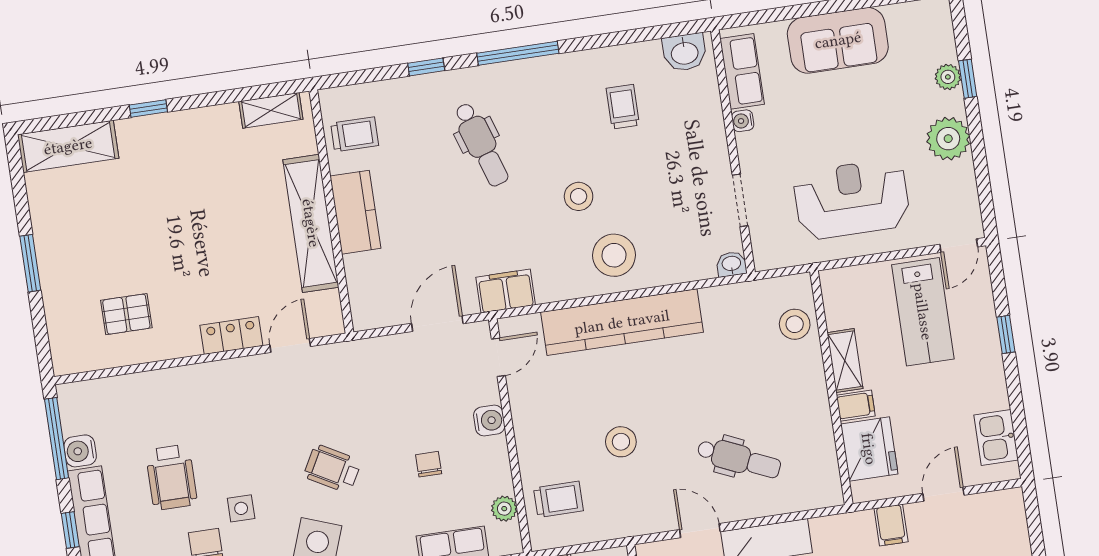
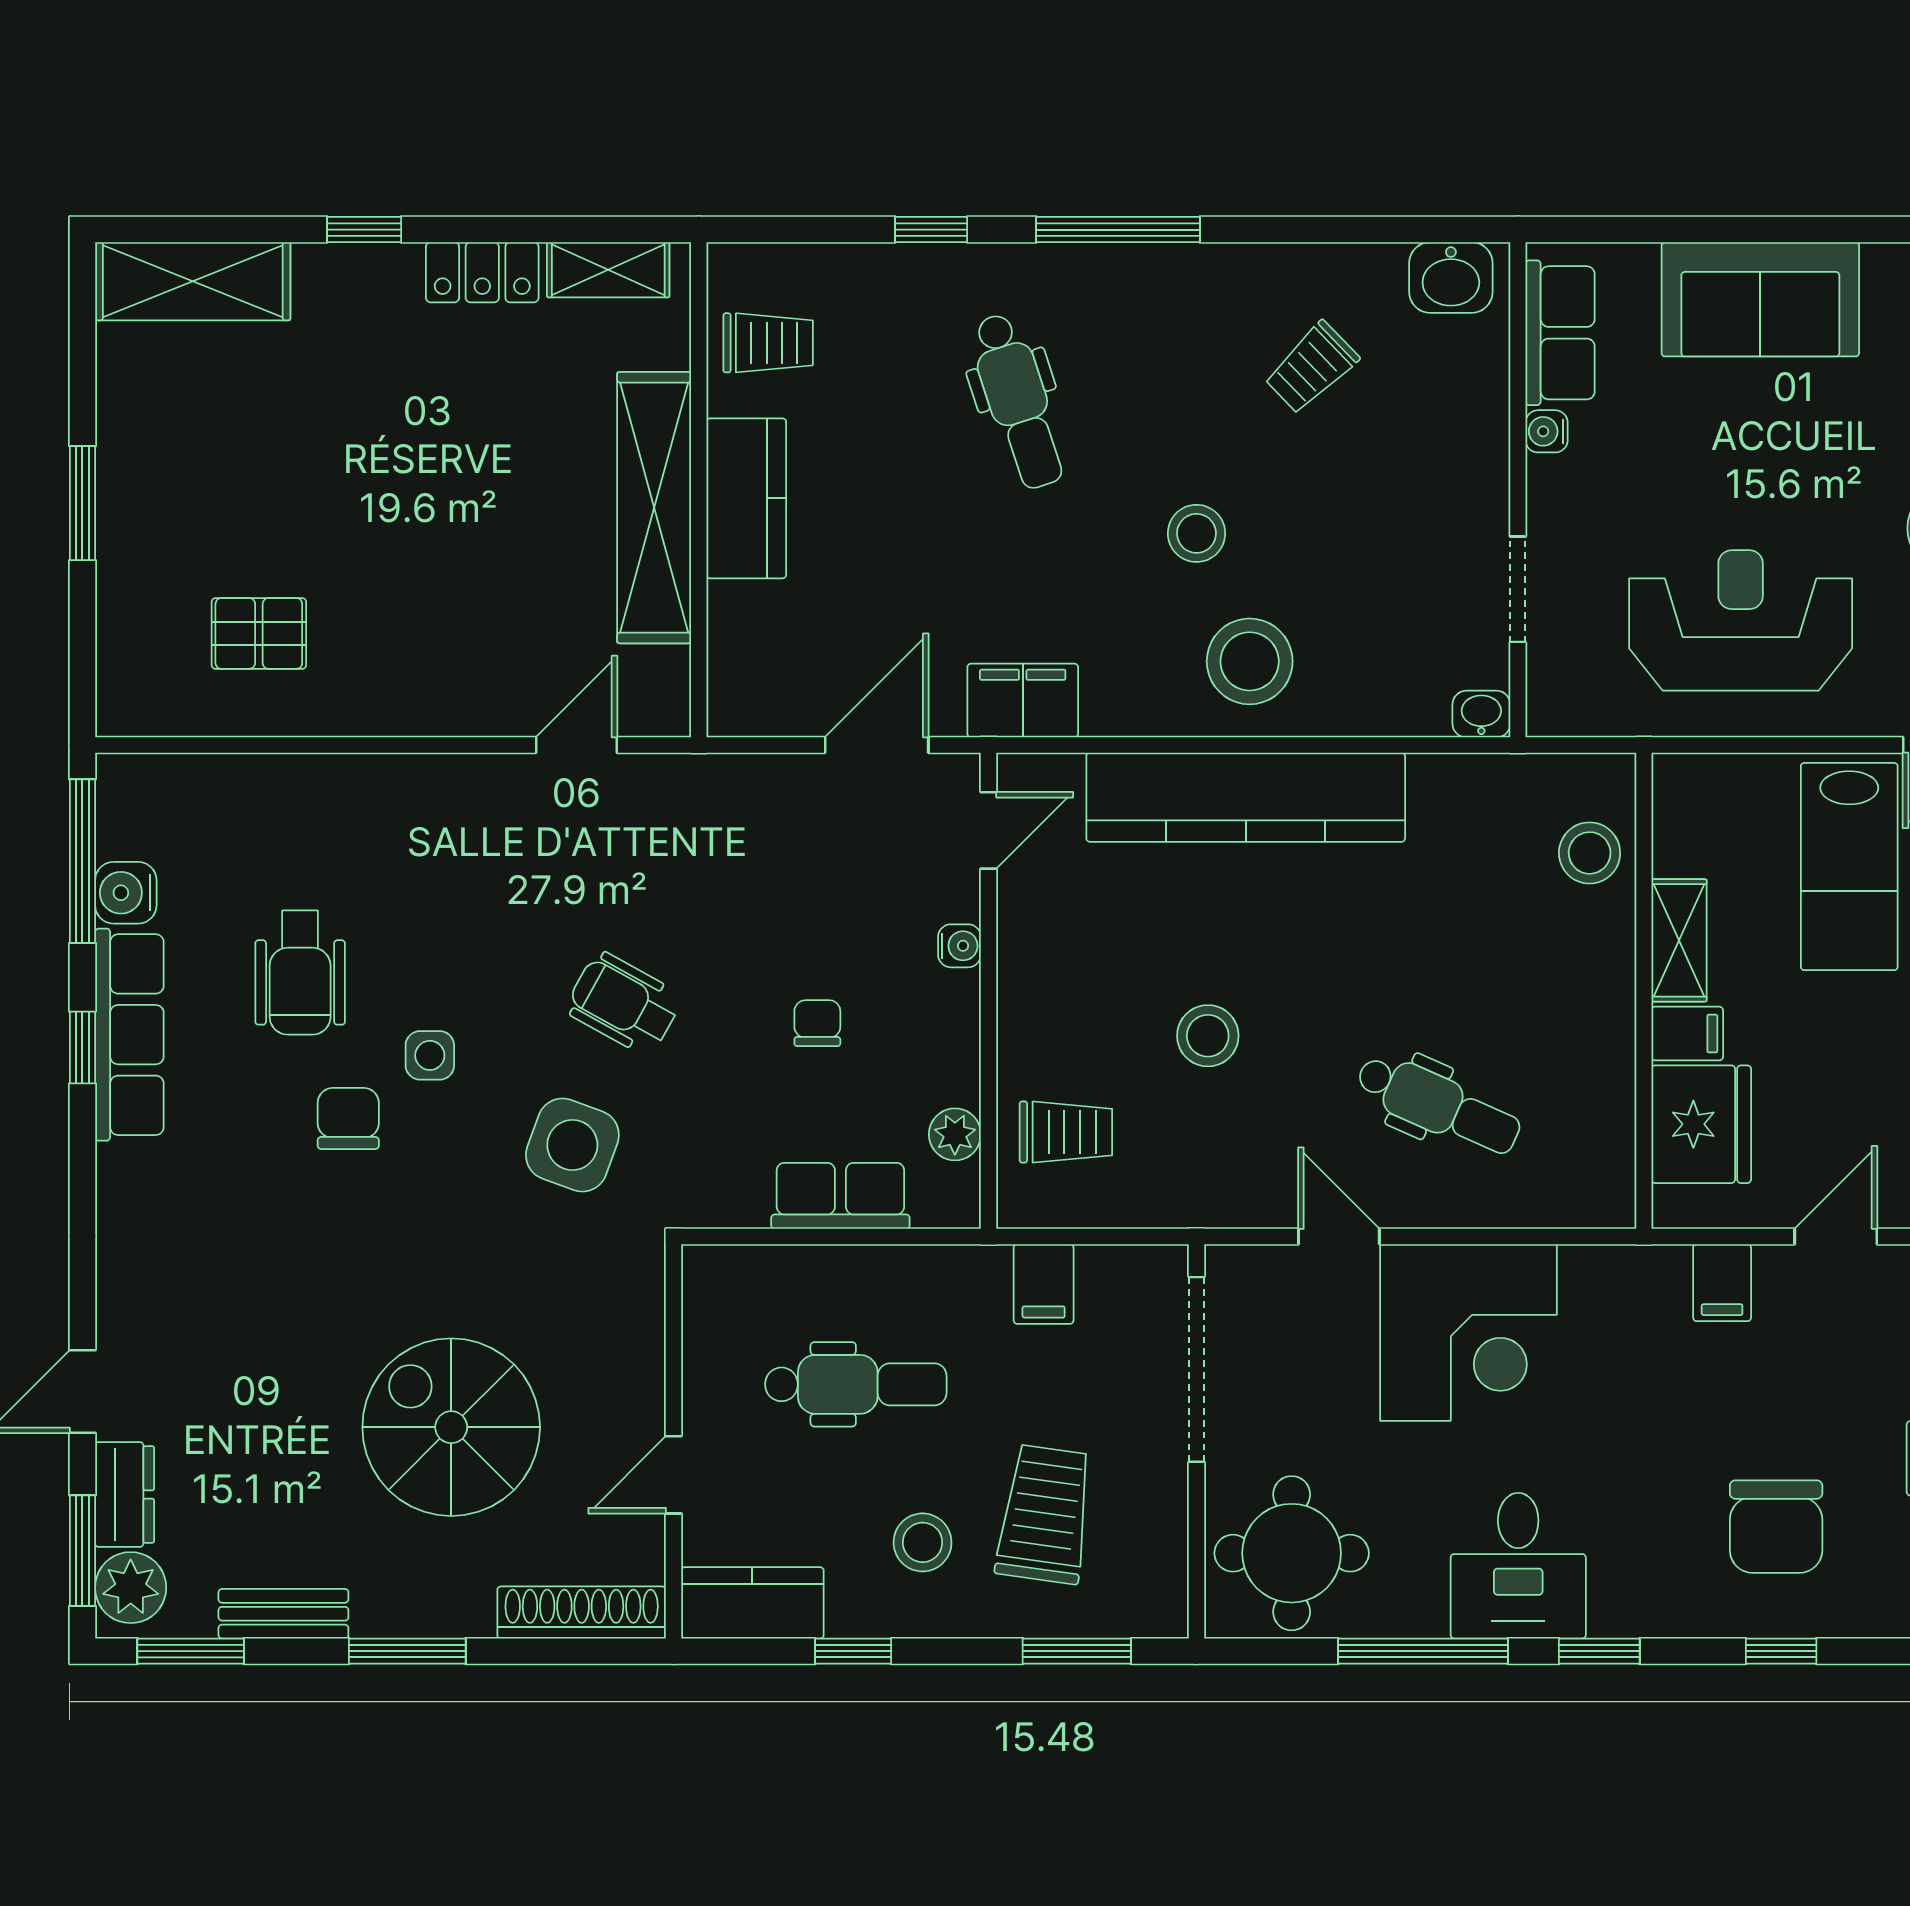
trolley: (623, 107) -> (1311, 368), turned -134
locker: (231, 335) -> (482, 272), moved, turned 180
water cooler: (489, 420) -> (960, 946), width x0.72, depth x0.72

